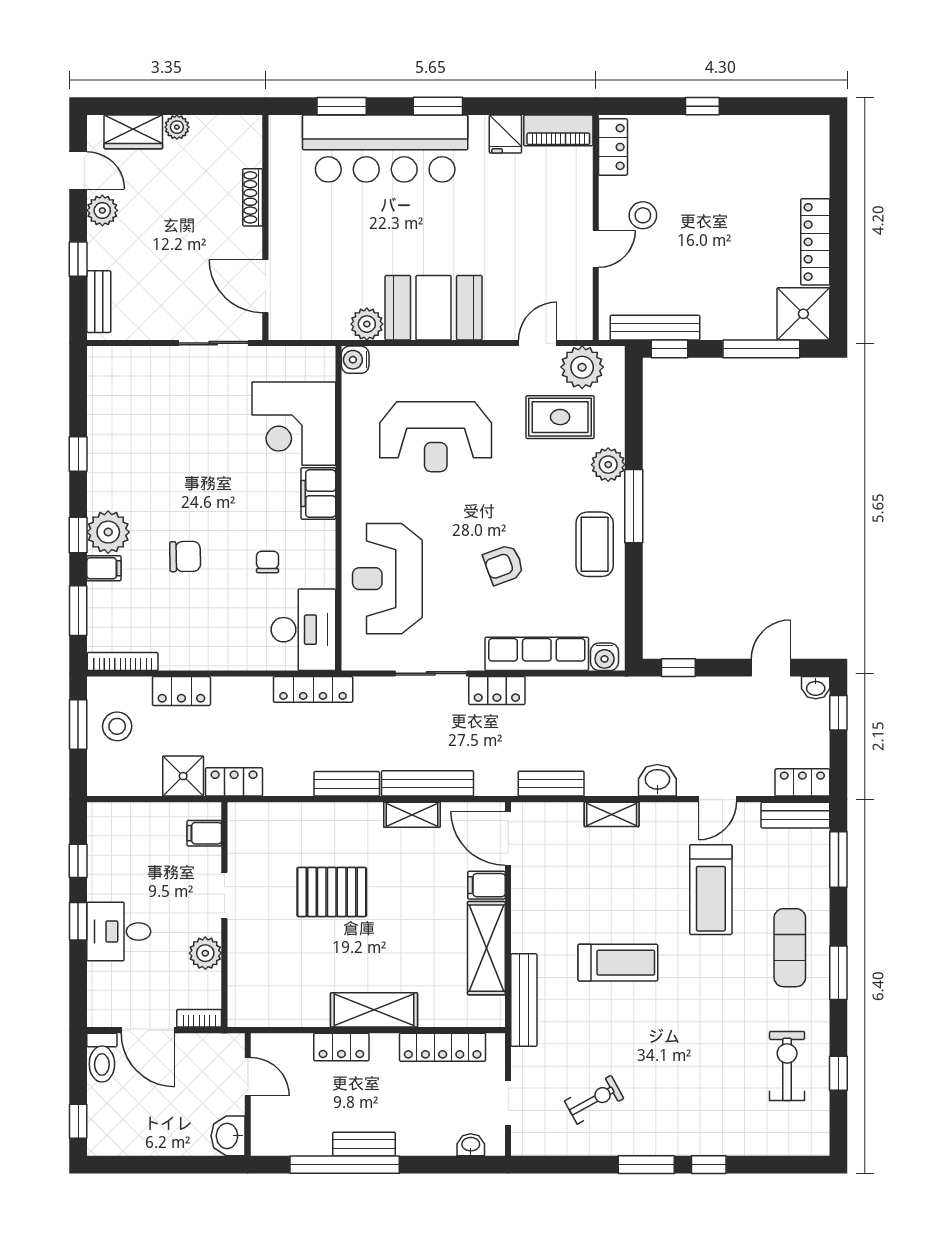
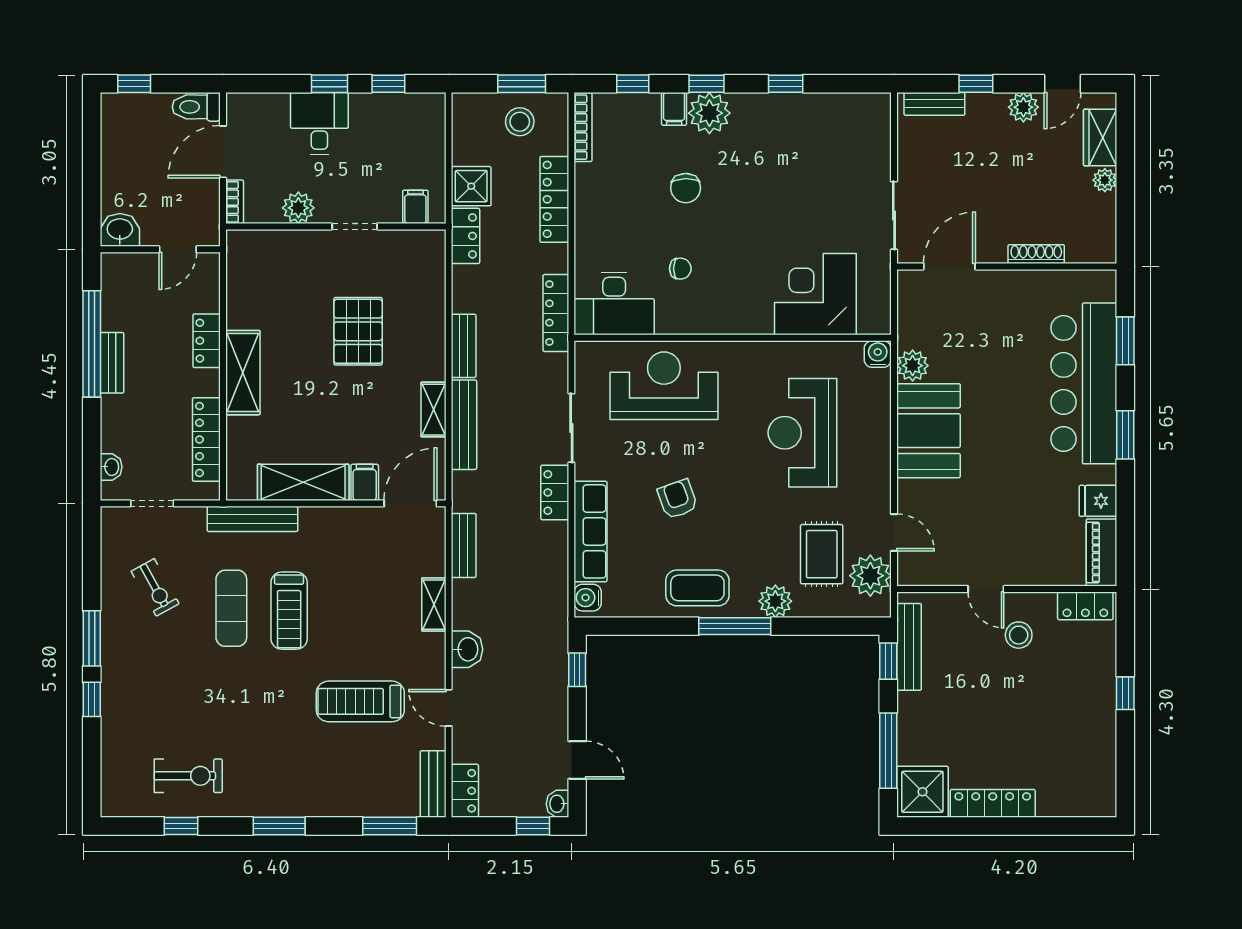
filing cabinet: (318, 494) -> (747, 318), removed
window: (78, 611) -> (633, 84), width x0.67
locker: (181, 691) -> (554, 199), width x1.53
exercise mat: (790, 948) -> (231, 608), moved, turned 90

